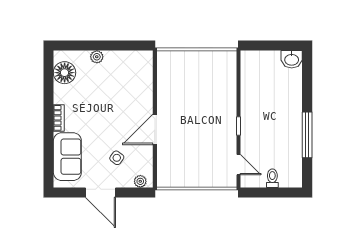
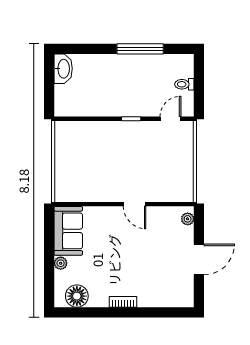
washbasin: (292, 59) -> (63, 69), width x1.38
door: (155, 129) -> (135, 204), width x0.73
sofa: (67, 157) -> (68, 231), moved, turned 90
side table: (117, 158) -> (164, 243), removed

